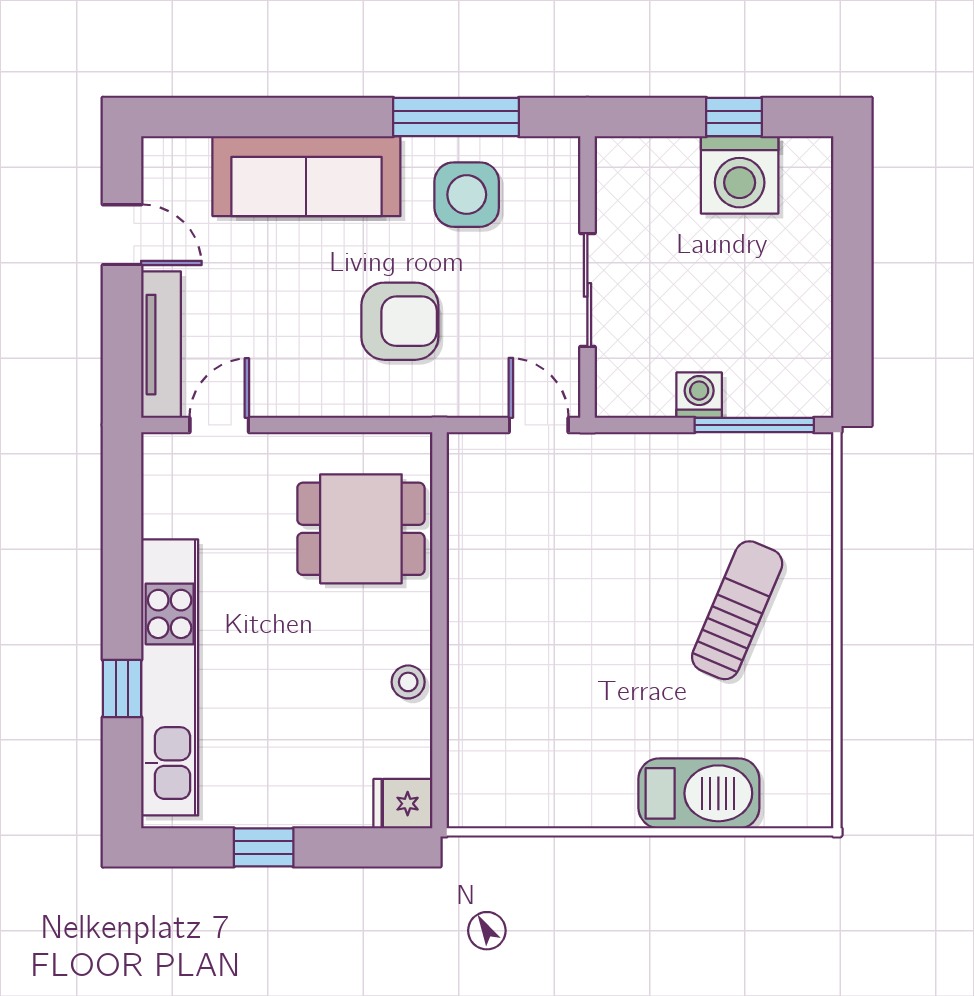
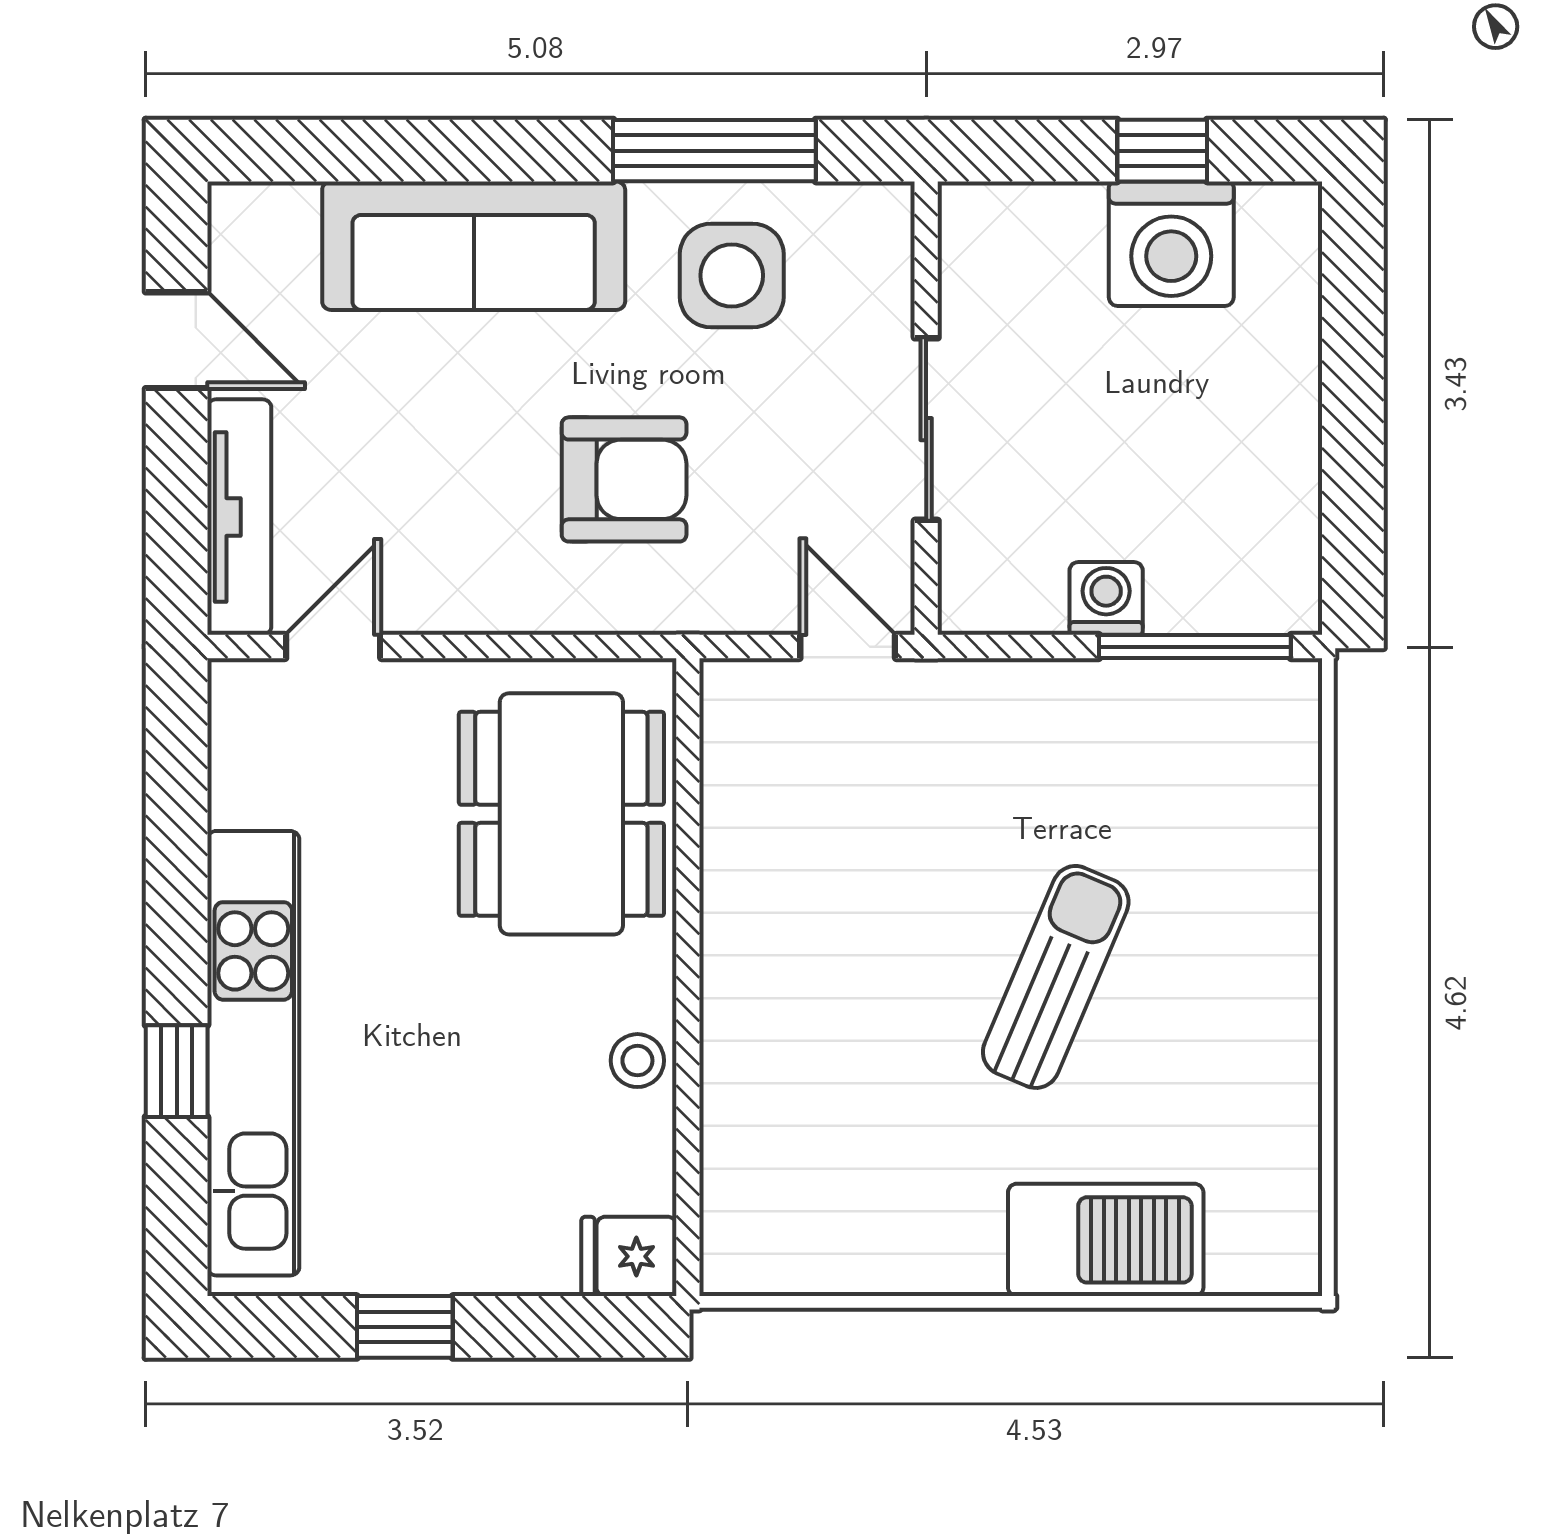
dining table: (361, 529) -> (561, 814), width x1.38
sun lounger: (737, 610) -> (1056, 977), moved

